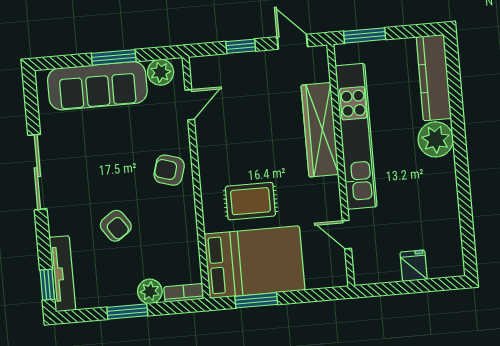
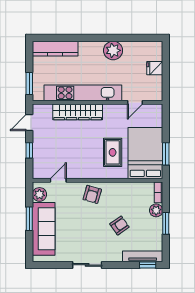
door: (190, 105) -> (58, 180), hinge flipped
plant: (436, 139) -> (113, 50), moved
sliding door: (37, 172) -> (87, 265), width x0.73

